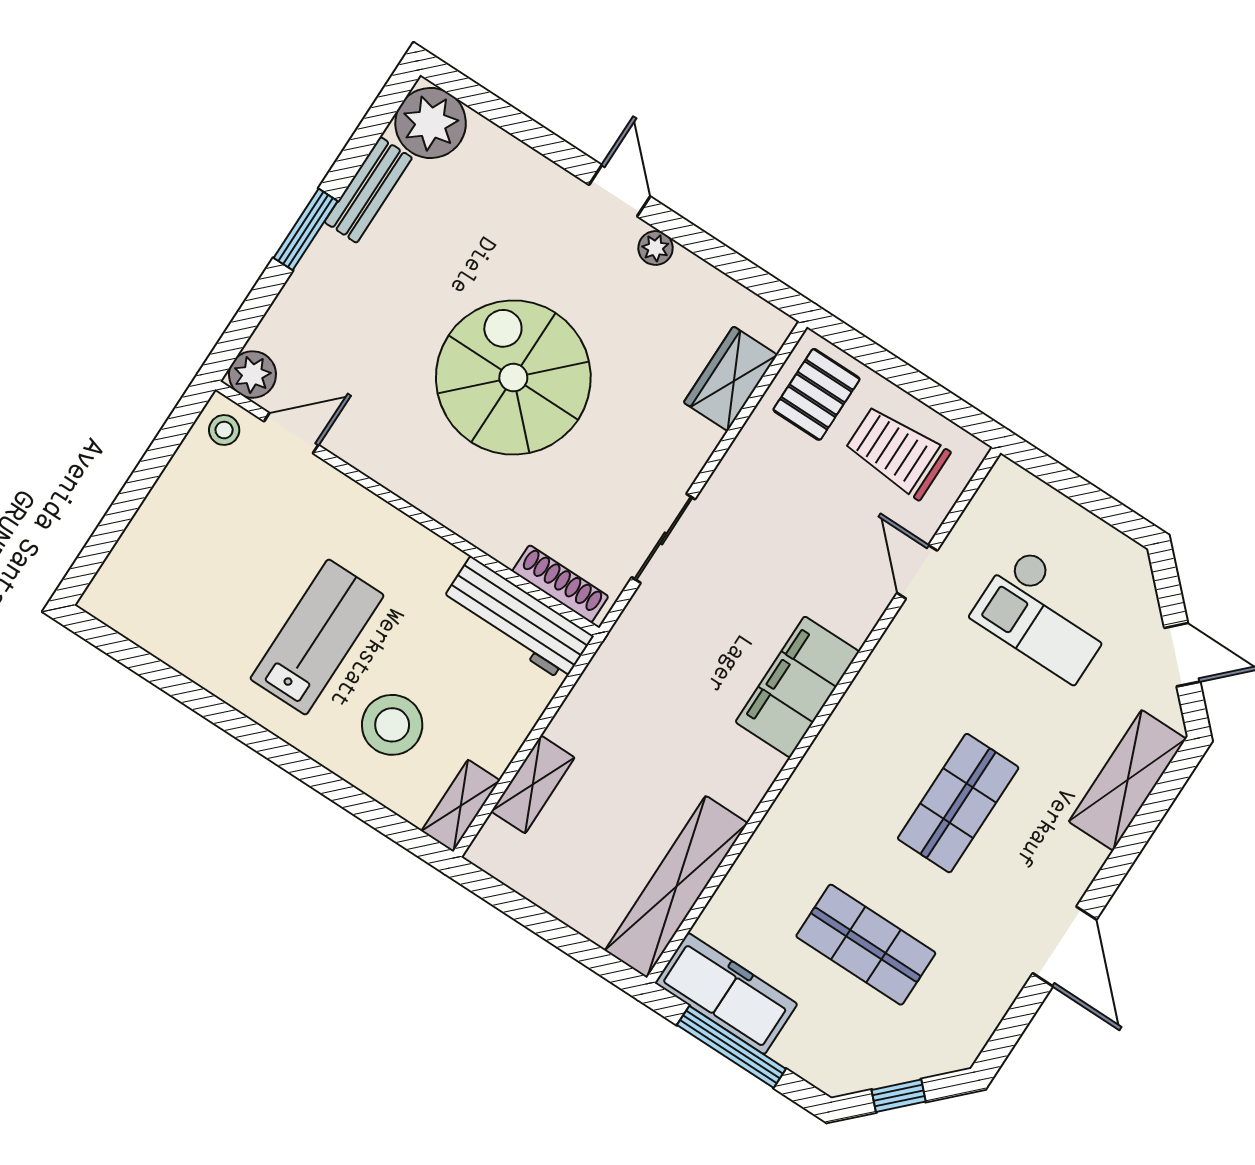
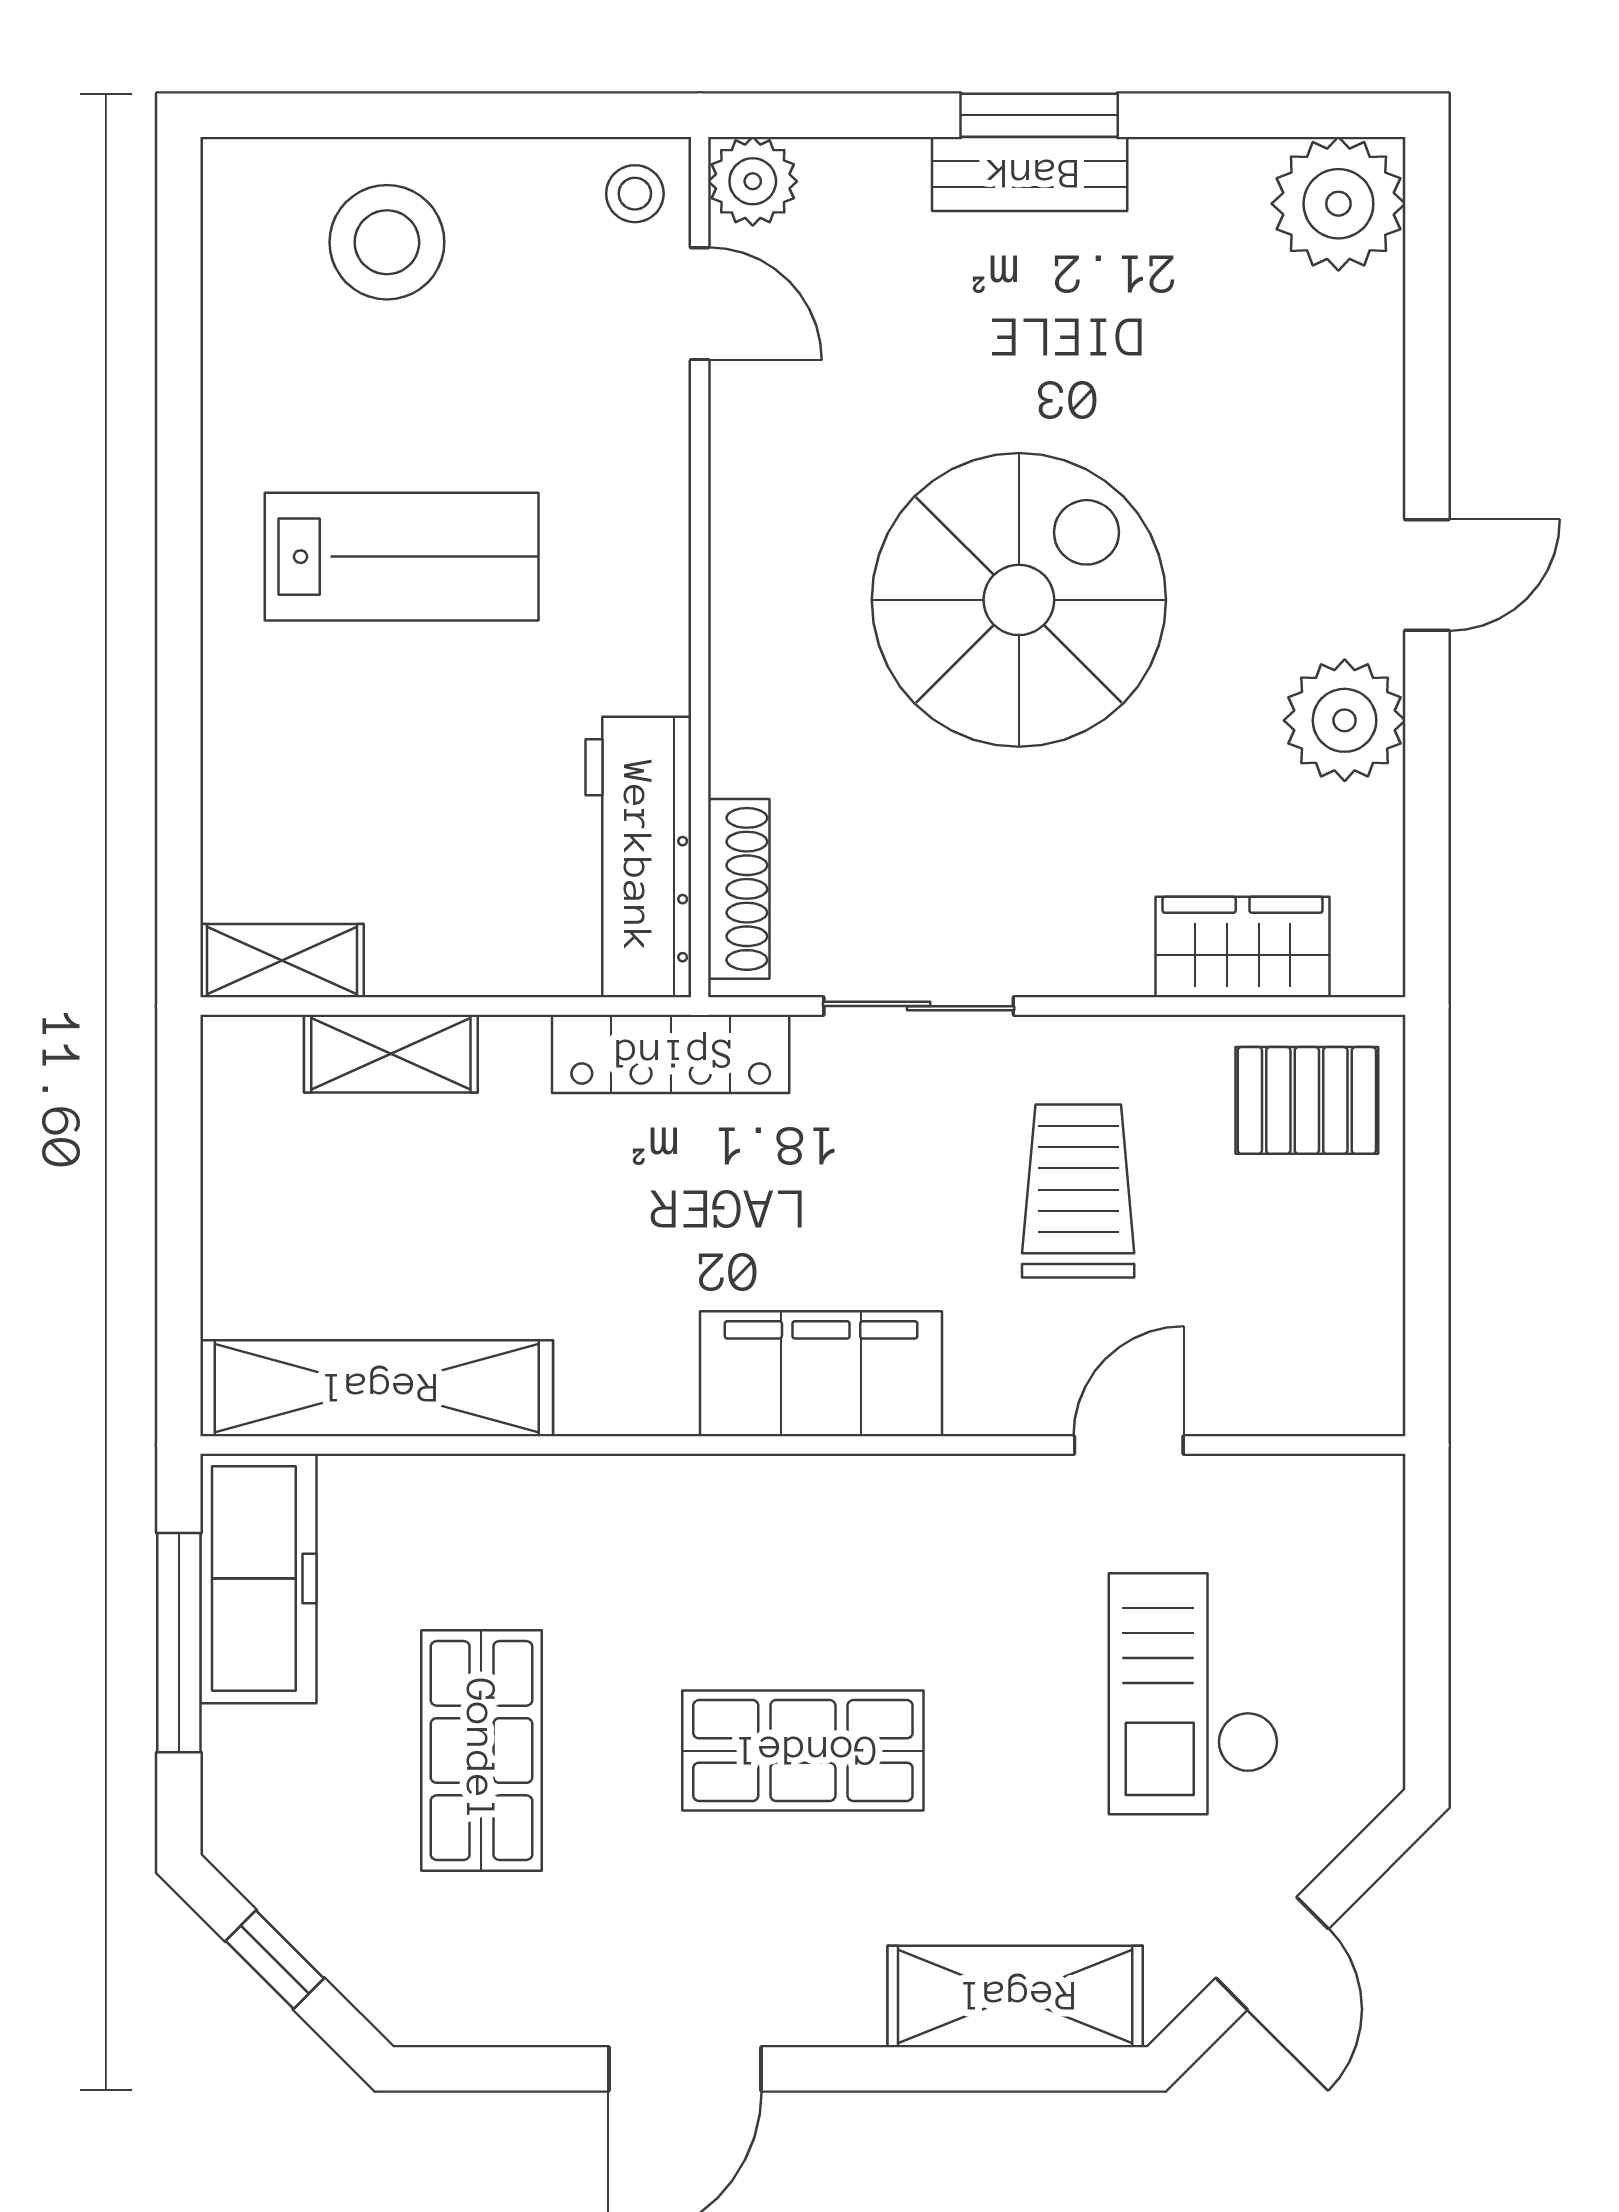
bench: (368, 190) -> (1030, 174), moved
plant: (656, 248) -> (1345, 720), width x1.88, depth x1.88
trolley: (897, 452) -> (1078, 1191), moved
locker: (613, 661) -> (671, 1054), added
stool: (392, 725) -> (387, 242), moved

